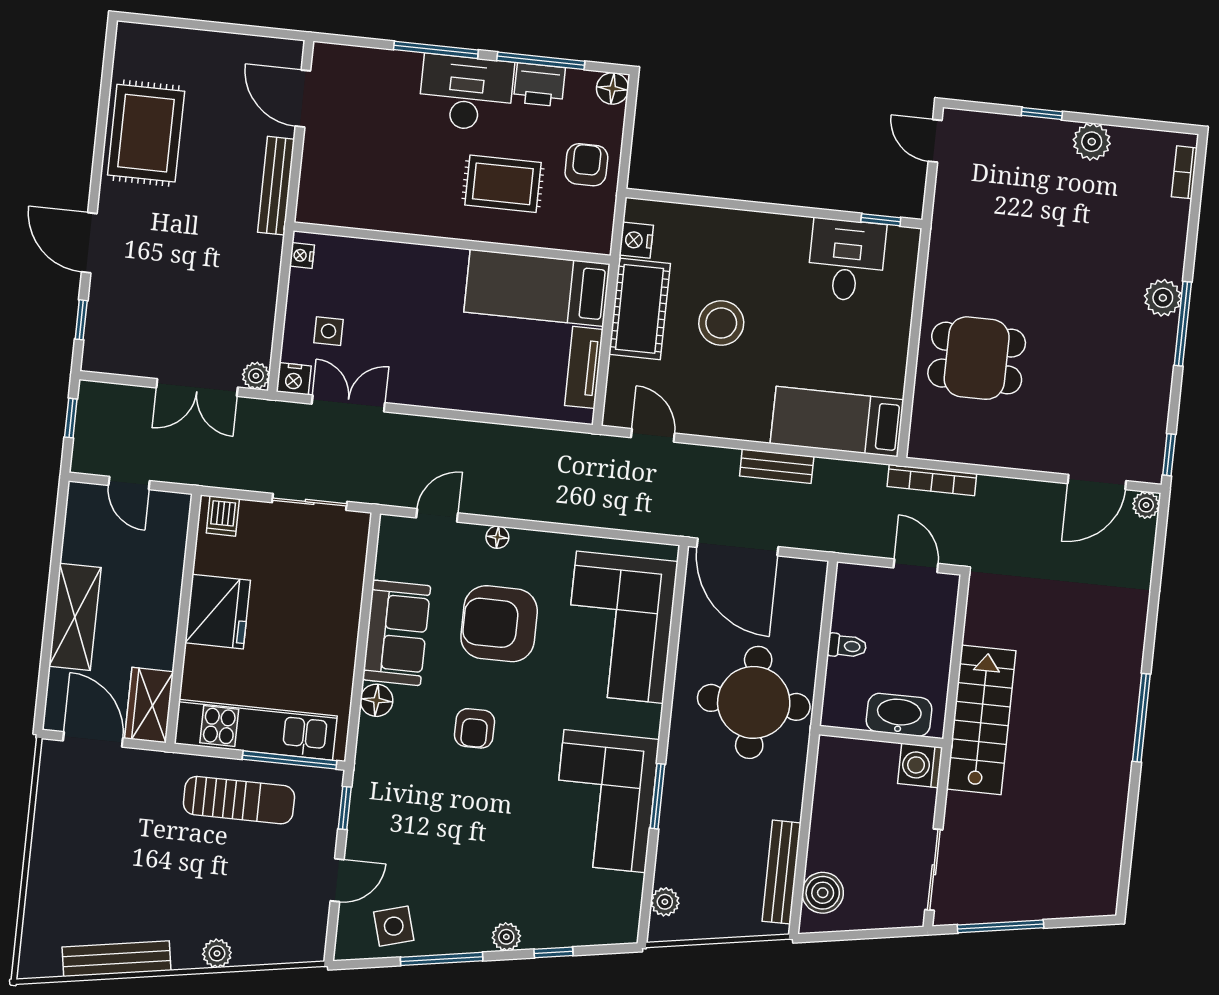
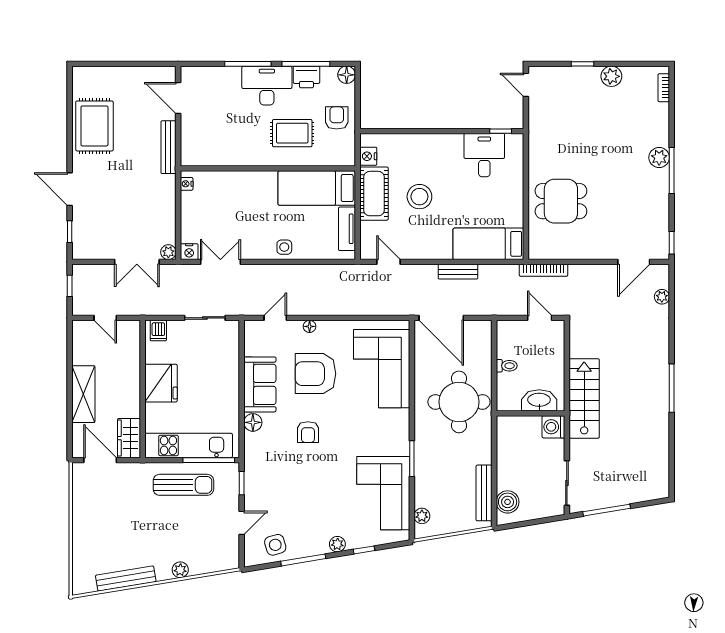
side table: (328, 331) -> (284, 247), moved
plant: (1146, 505) -> (662, 297), moved
corner sofa: (605, 801) -> (383, 493), moved

